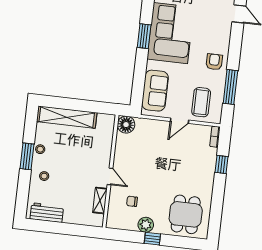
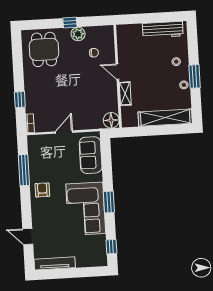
armchair: (214, 62) -> (42, 190), turned 180
coffee table: (201, 102) -> (48, 152), removed
shelving: (100, 201) -> (125, 94), moved
workbench: (47, 213) -> (163, 30), width x1.38

